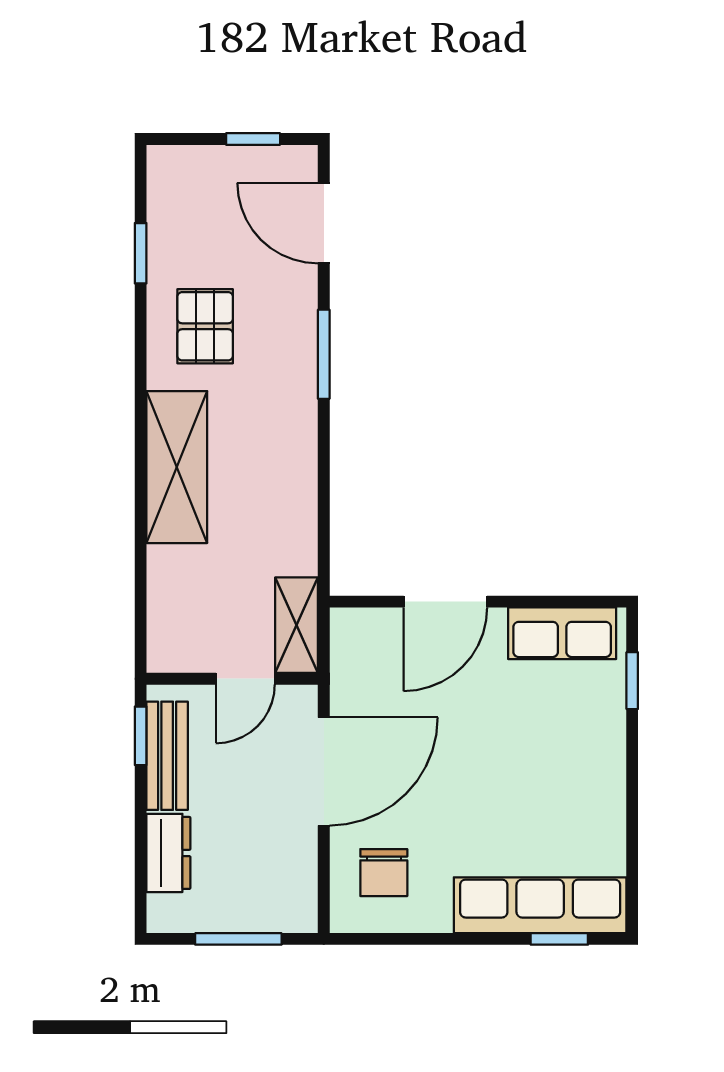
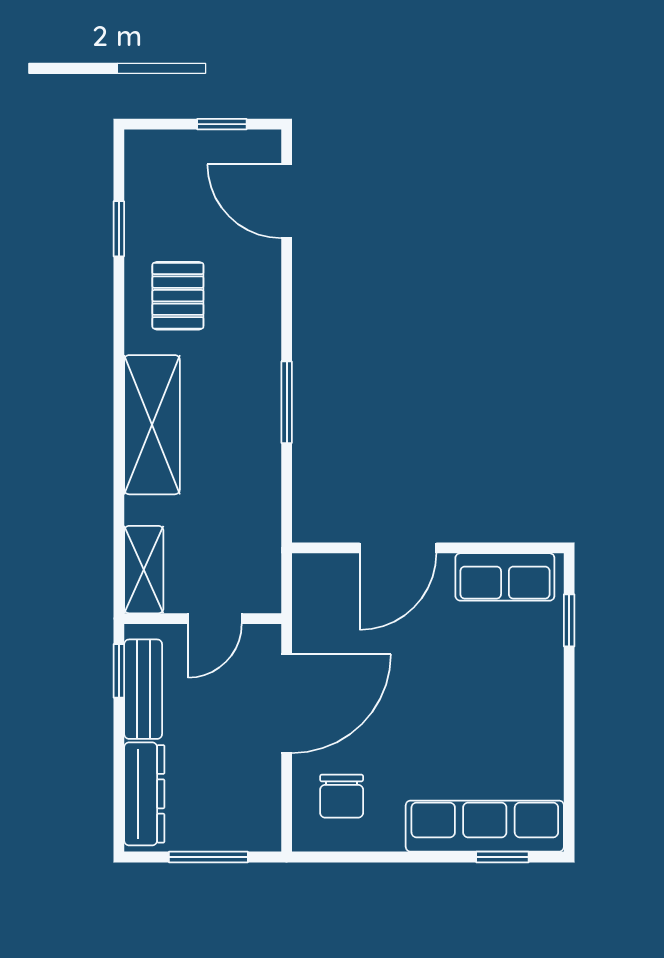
window: (324, 354) -> (287, 402), moved
shelving: (297, 625) -> (144, 570), moved
dresser: (168, 853) -> (144, 794), width x1.44

